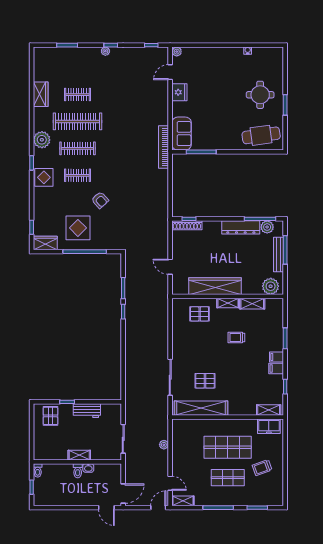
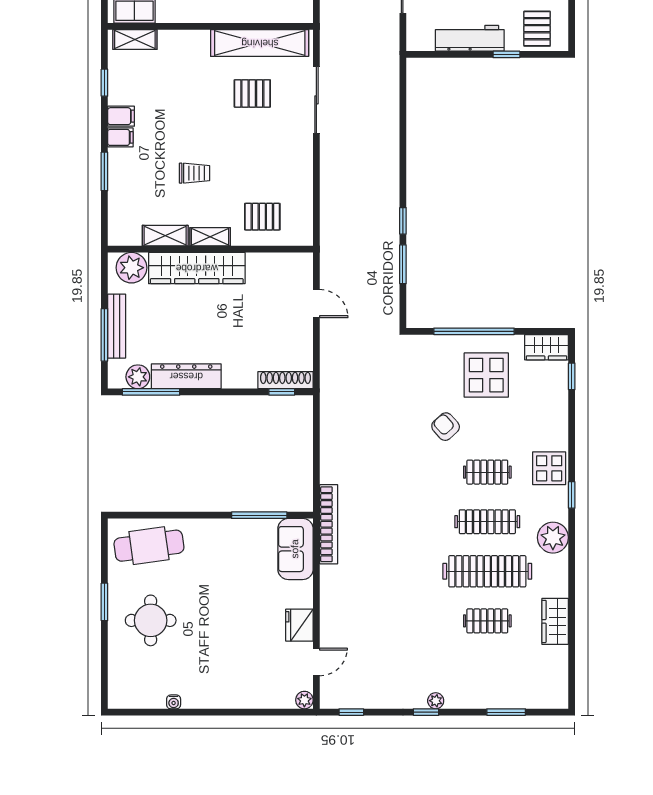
wardrobe: (215, 286) -> (197, 268), moved
workbench: (87, 411) -> (470, 38), width x1.38

